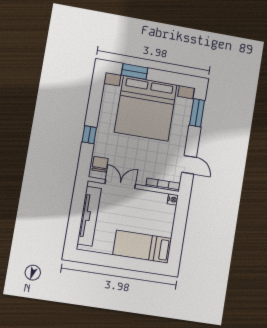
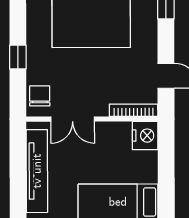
double door: (120, 184) -> (73, 119), swing flipped
nightstand: (173, 199) -> (145, 136), width x1.89, depth x1.79

